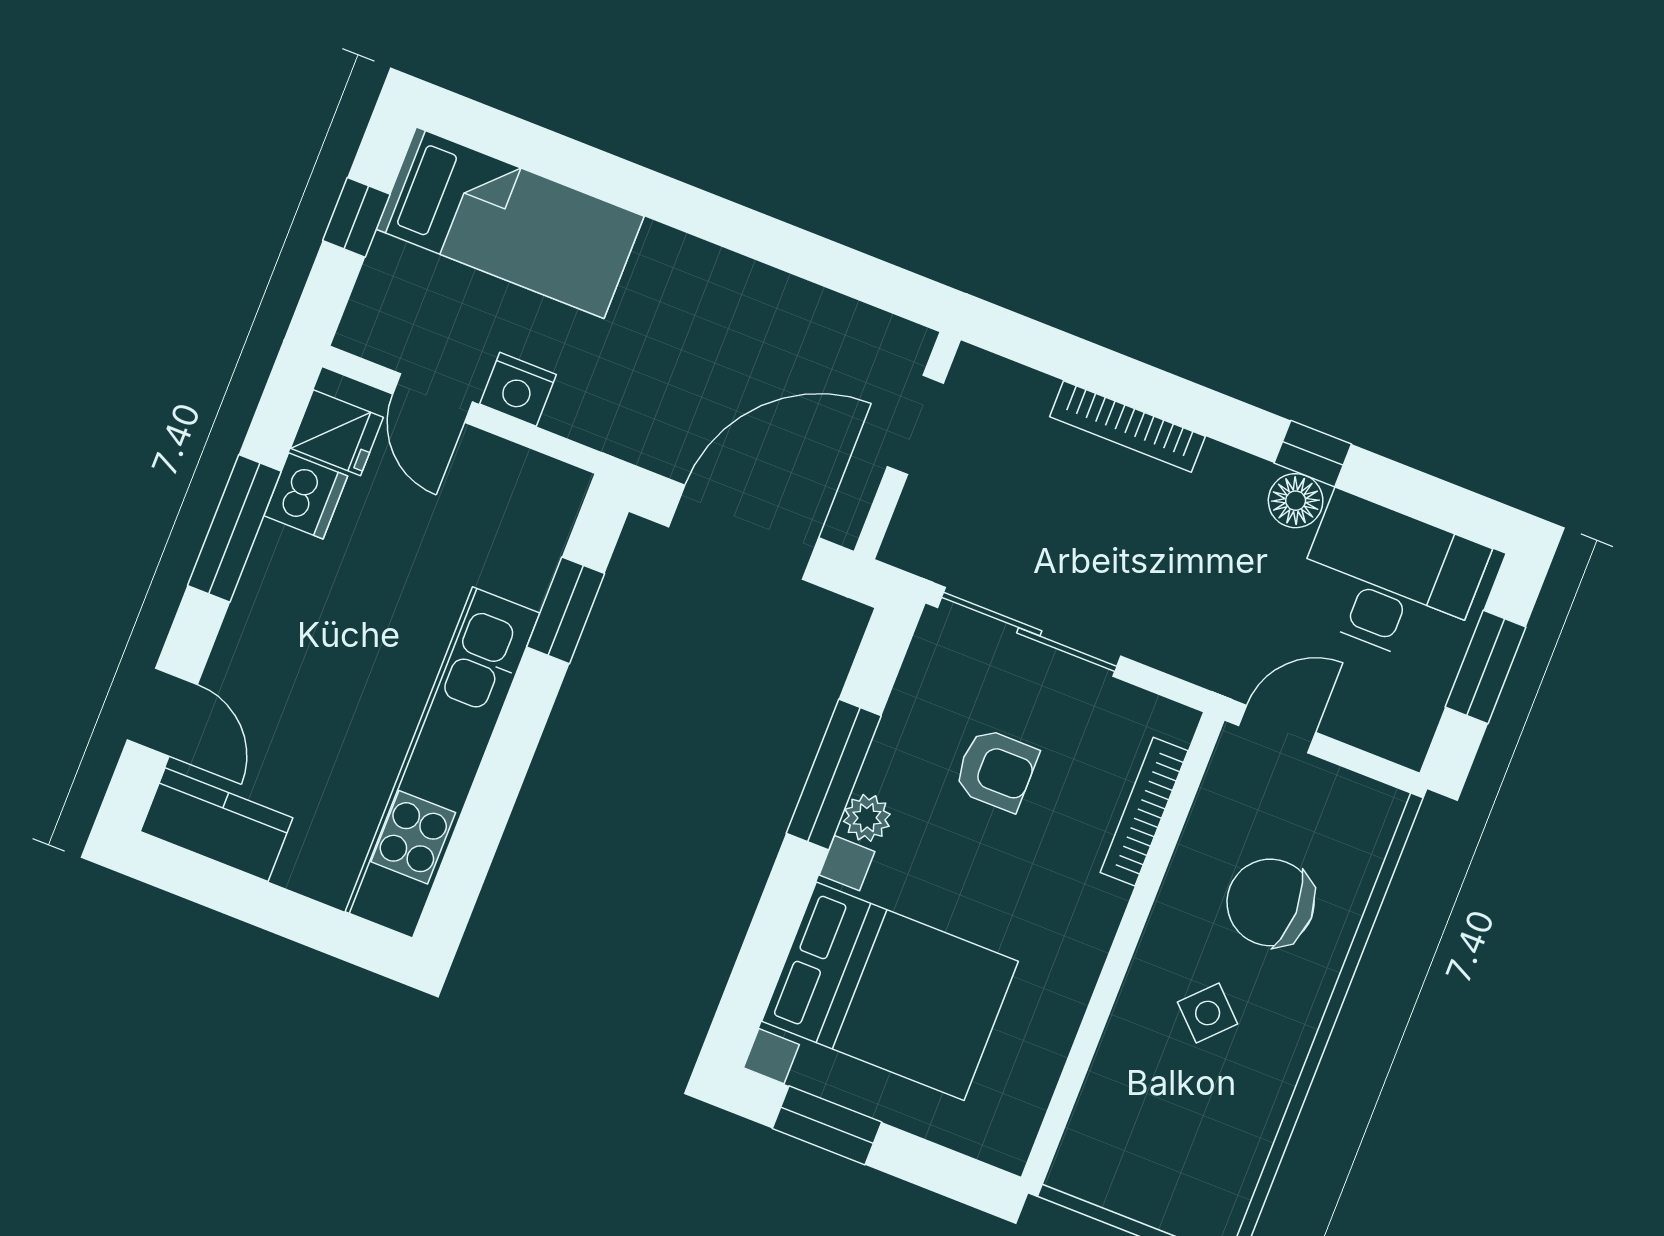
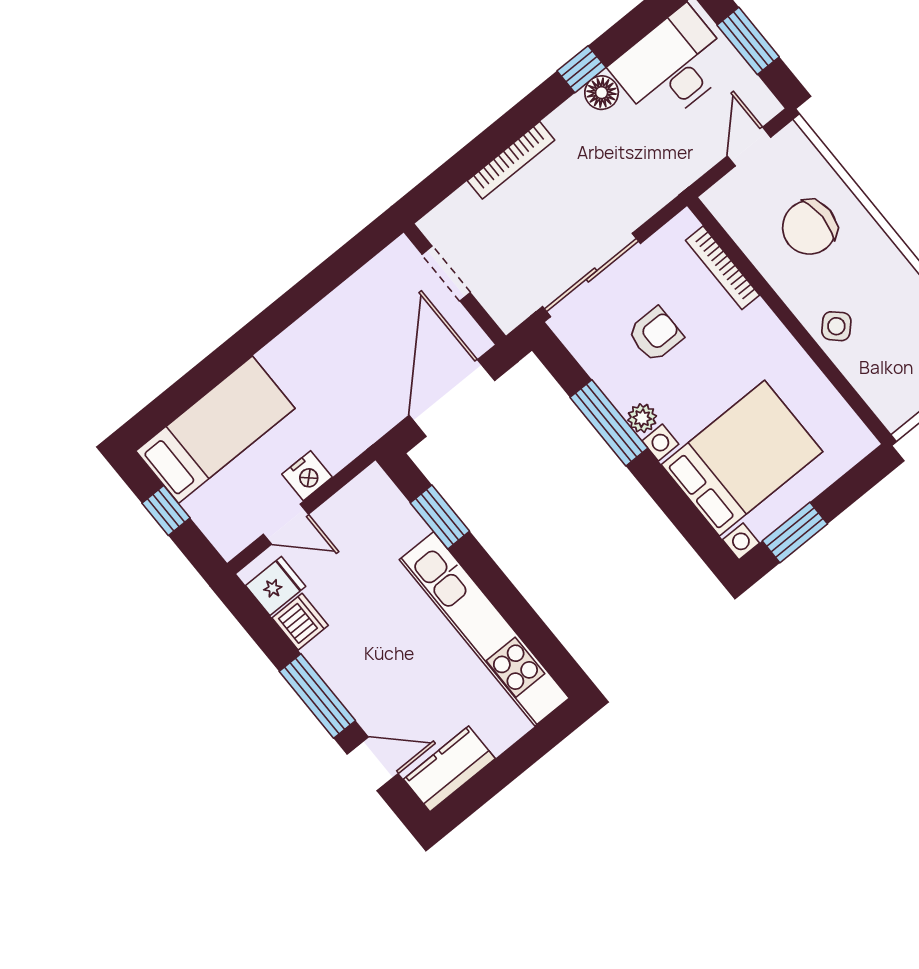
window: (234, 528) -> (317, 696), moved
door: (1277, 729) -> (749, 147), moved
side table: (1208, 1013) -> (836, 326), moved

